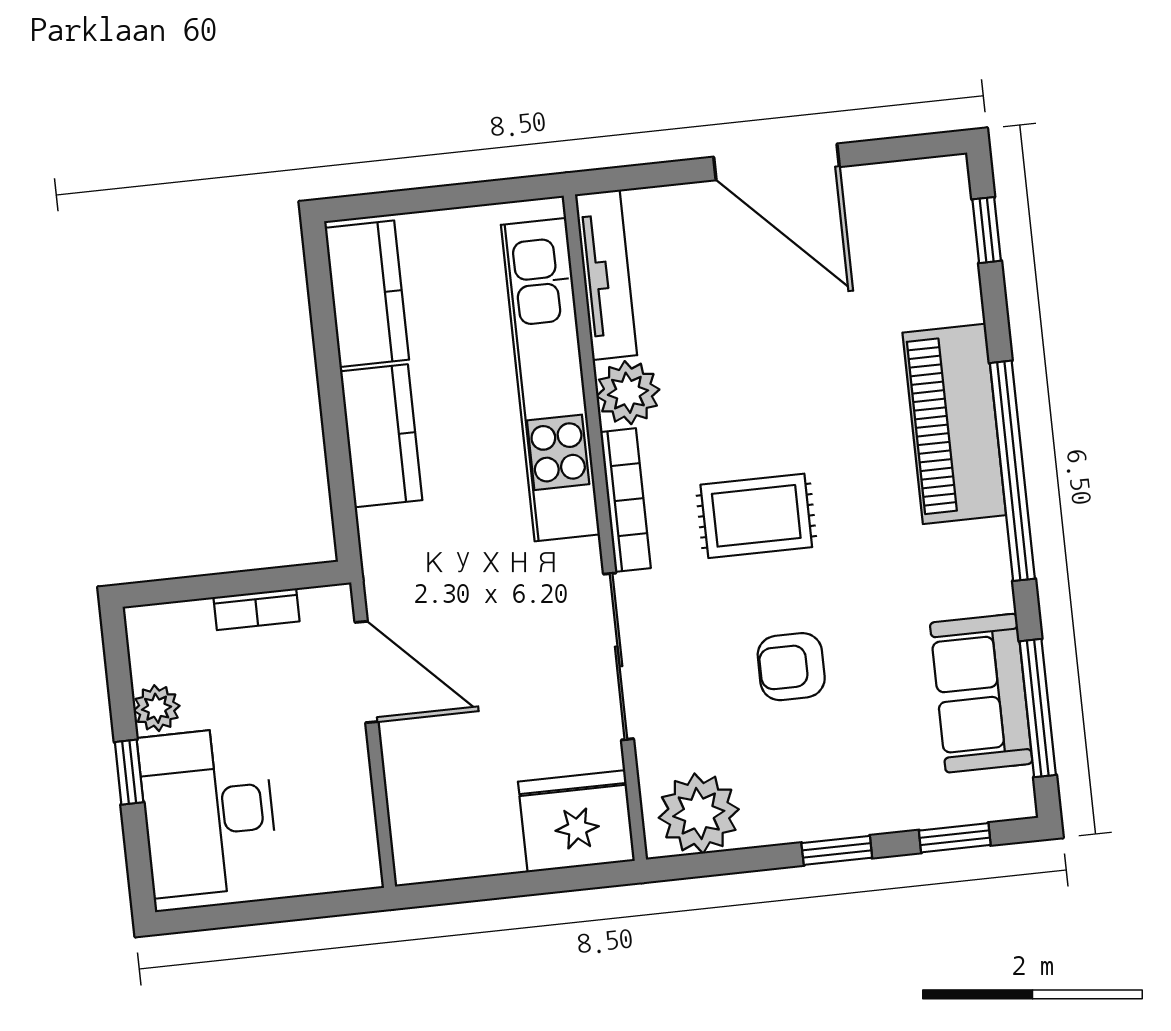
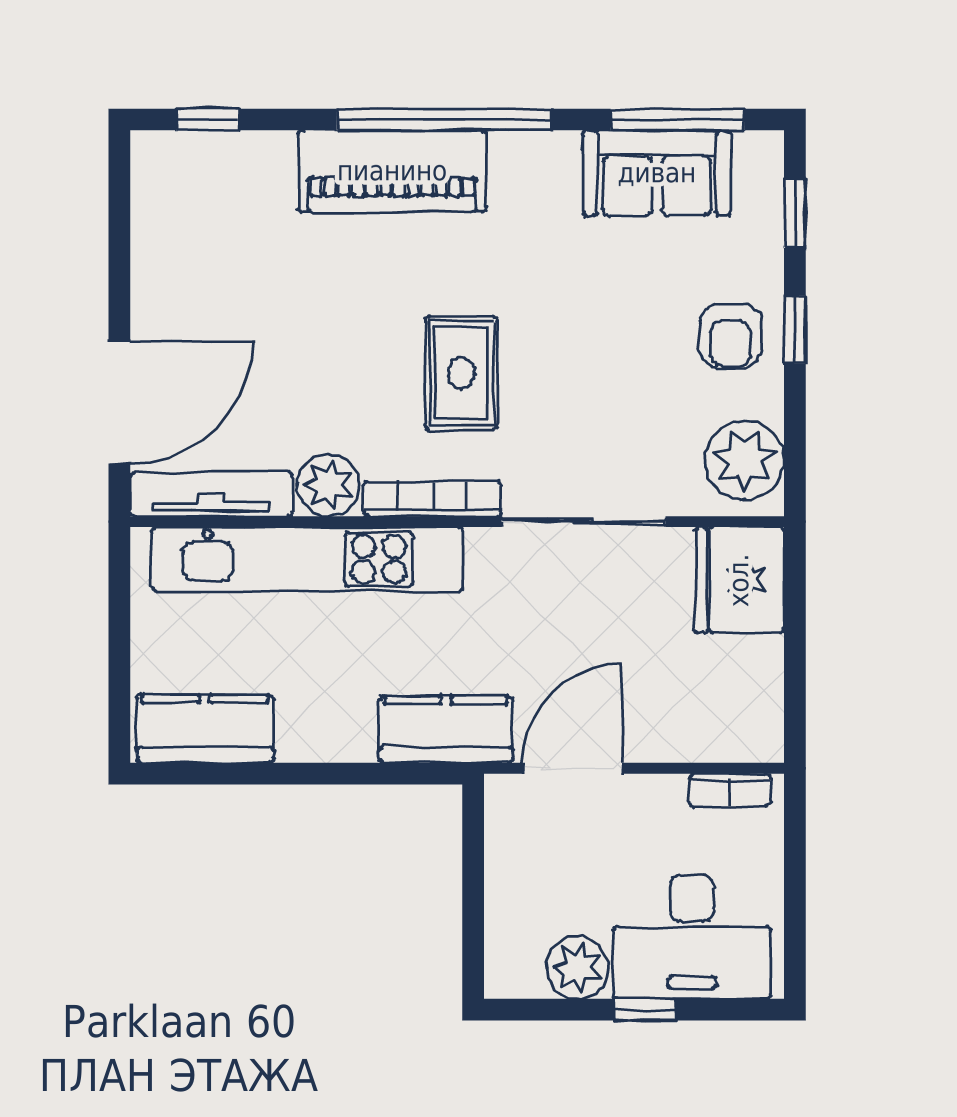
door: (777, 162) -> (119, 402), moved
kitchen counter: (381, 436) -> (446, 730), moved
bookcase: (256, 609) -> (730, 790), moved, turned 90
armchair: (791, 667) -> (731, 336), moved
plant: (157, 708) -> (577, 968), width x1.38, depth x1.38

